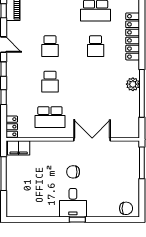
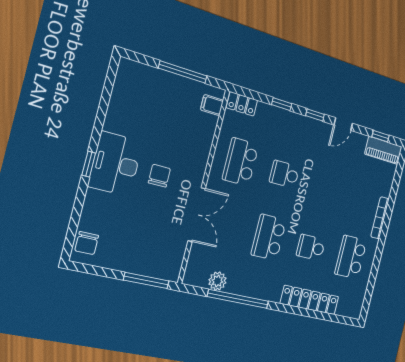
school desk: (50, 46) -> (269, 237), moved, width x1.85
plant: (133, 84) -> (217, 281), moved
filing cabinet: (19, 148) -> (212, 105), width x0.50
desk: (73, 203) -> (115, 164), width x1.37

